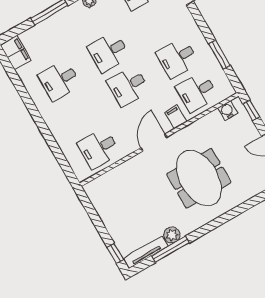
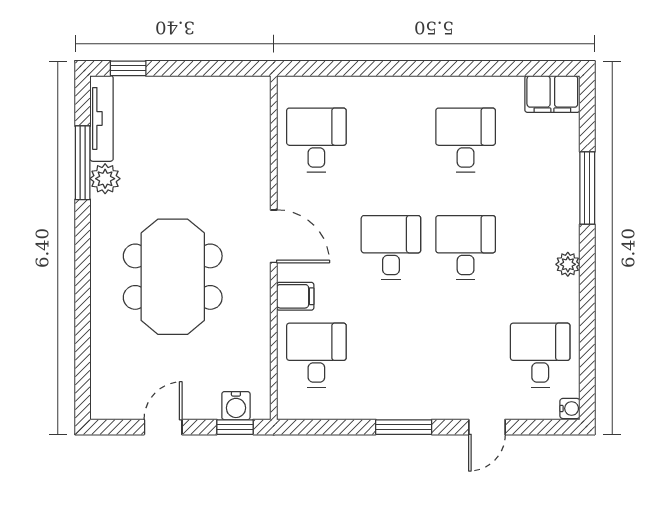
window: (219, 55) -> (404, 427), moved
desk: (177, 58) -> (391, 355), removed
water cooler: (227, 111) -> (236, 406), moved, turned 90
meeting table: (199, 178) -> (173, 277), turned 90

